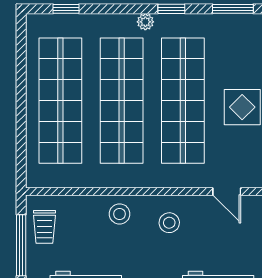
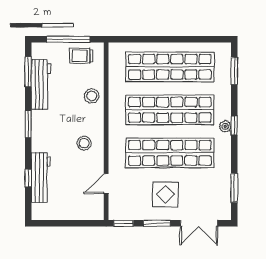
window: (66, 9) -> (234, 71), width x1.50
window: (171, 9) -> (234, 126), moved
stool: (120, 214) -> (92, 96), moved

